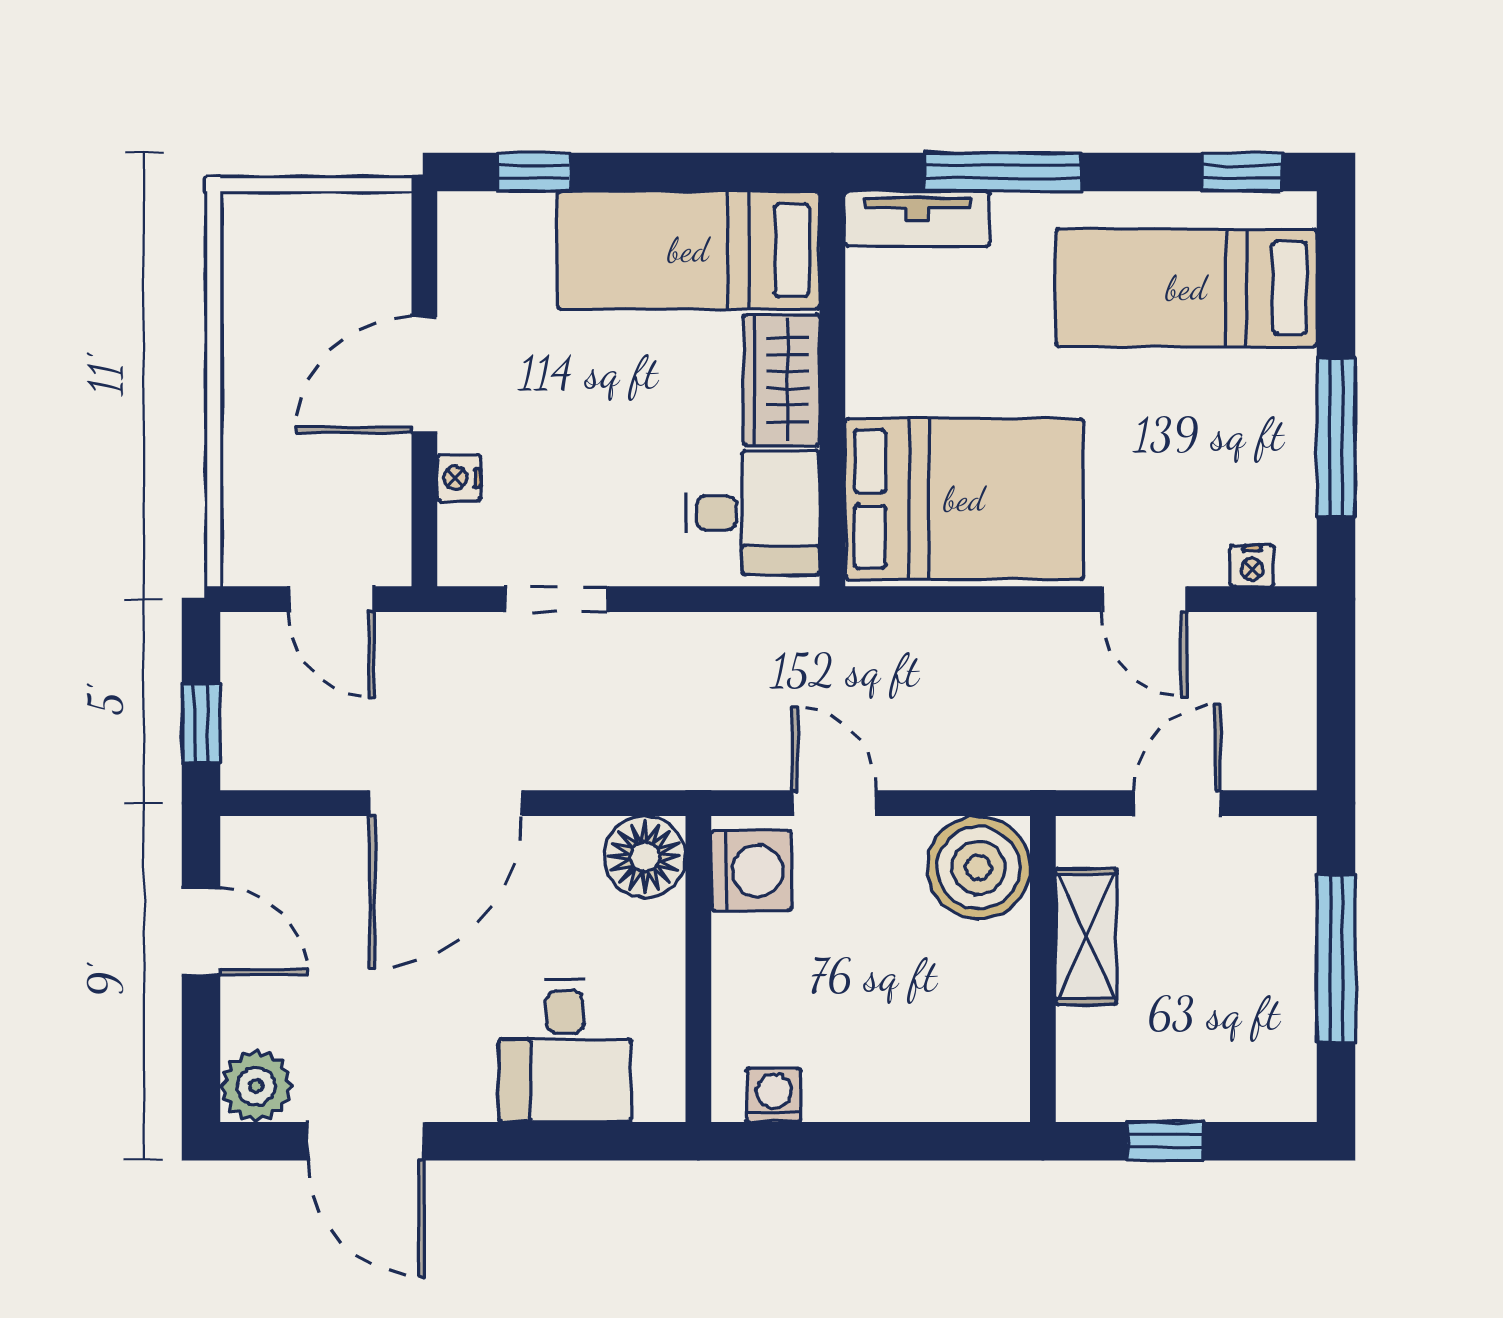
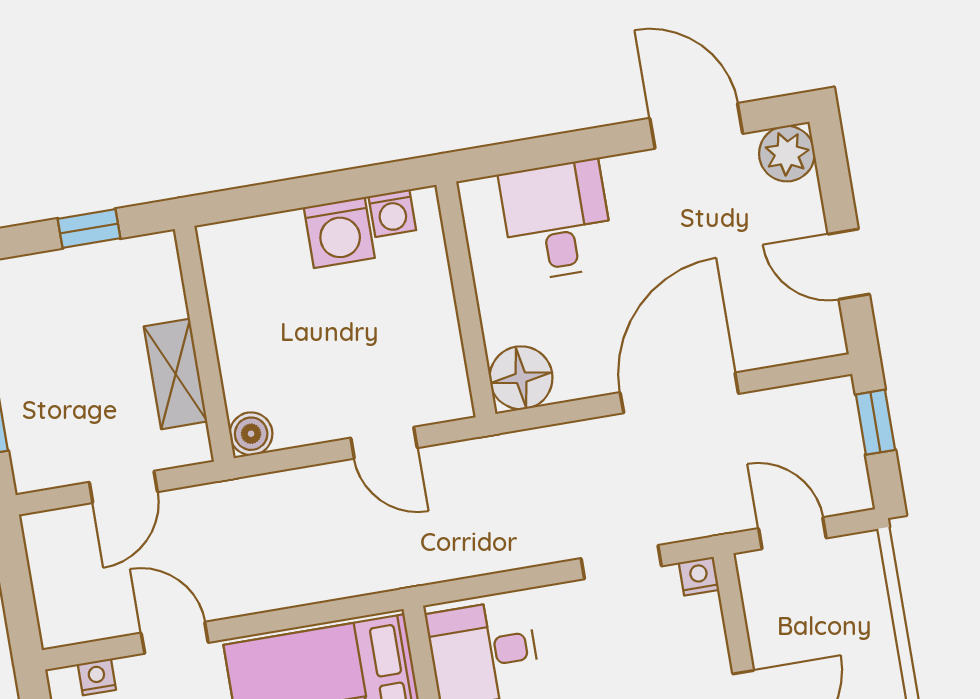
nightstand: (459, 478) -> (699, 576), moved, turned -90
boiler: (978, 868) -> (251, 434), width x0.54, depth x0.54
washing machine: (751, 871) -> (339, 233), moved, turned -90

